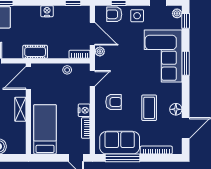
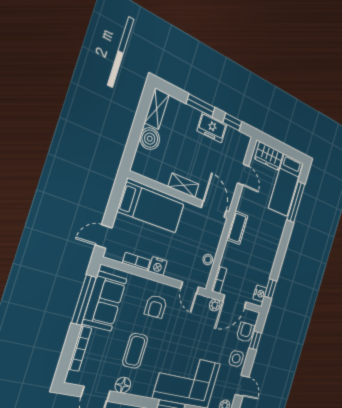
nightstand: (47, 11) -> (260, 293), moved
coffee table: (149, 108) -> (135, 351), turned 90

